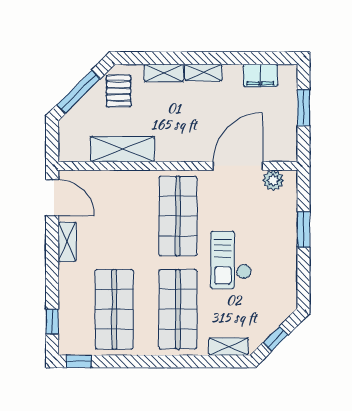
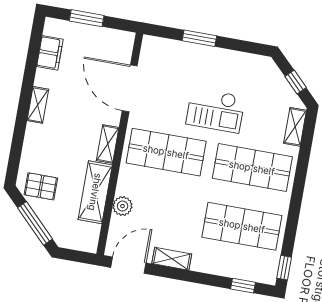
shelving: (164, 73) -> (108, 144), moved
plant: (273, 180) -> (123, 206), moved

